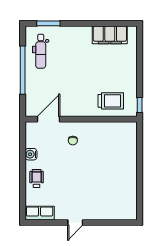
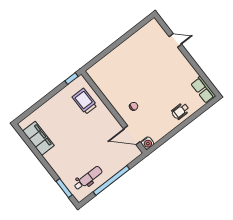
water cooler: (31, 154) -> (147, 143), moved
door: (75, 223) -> (175, 40), moved

